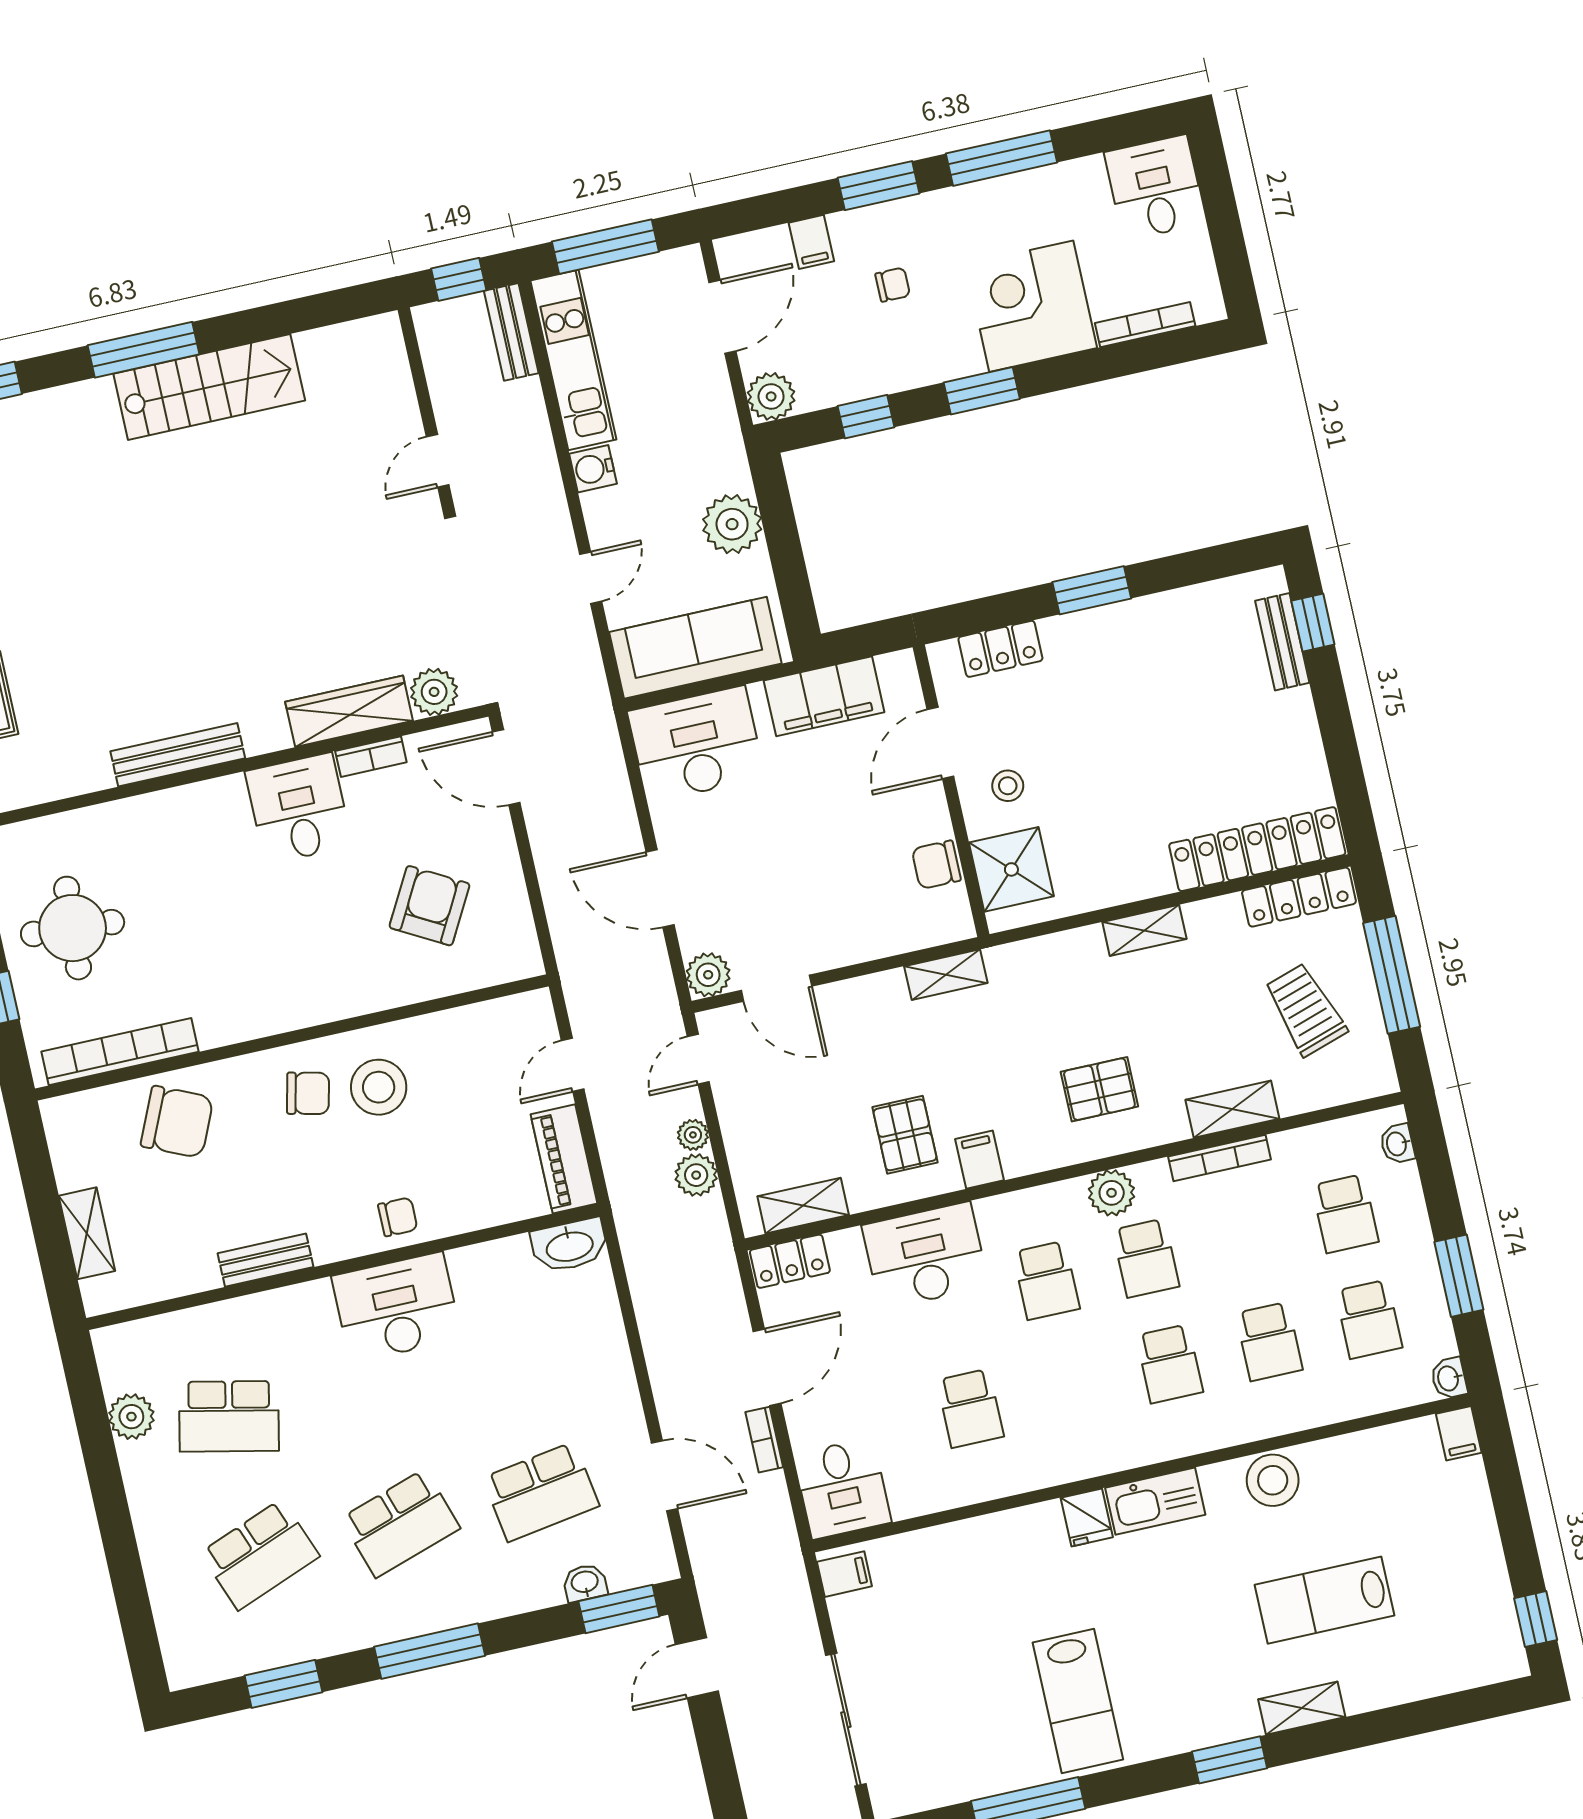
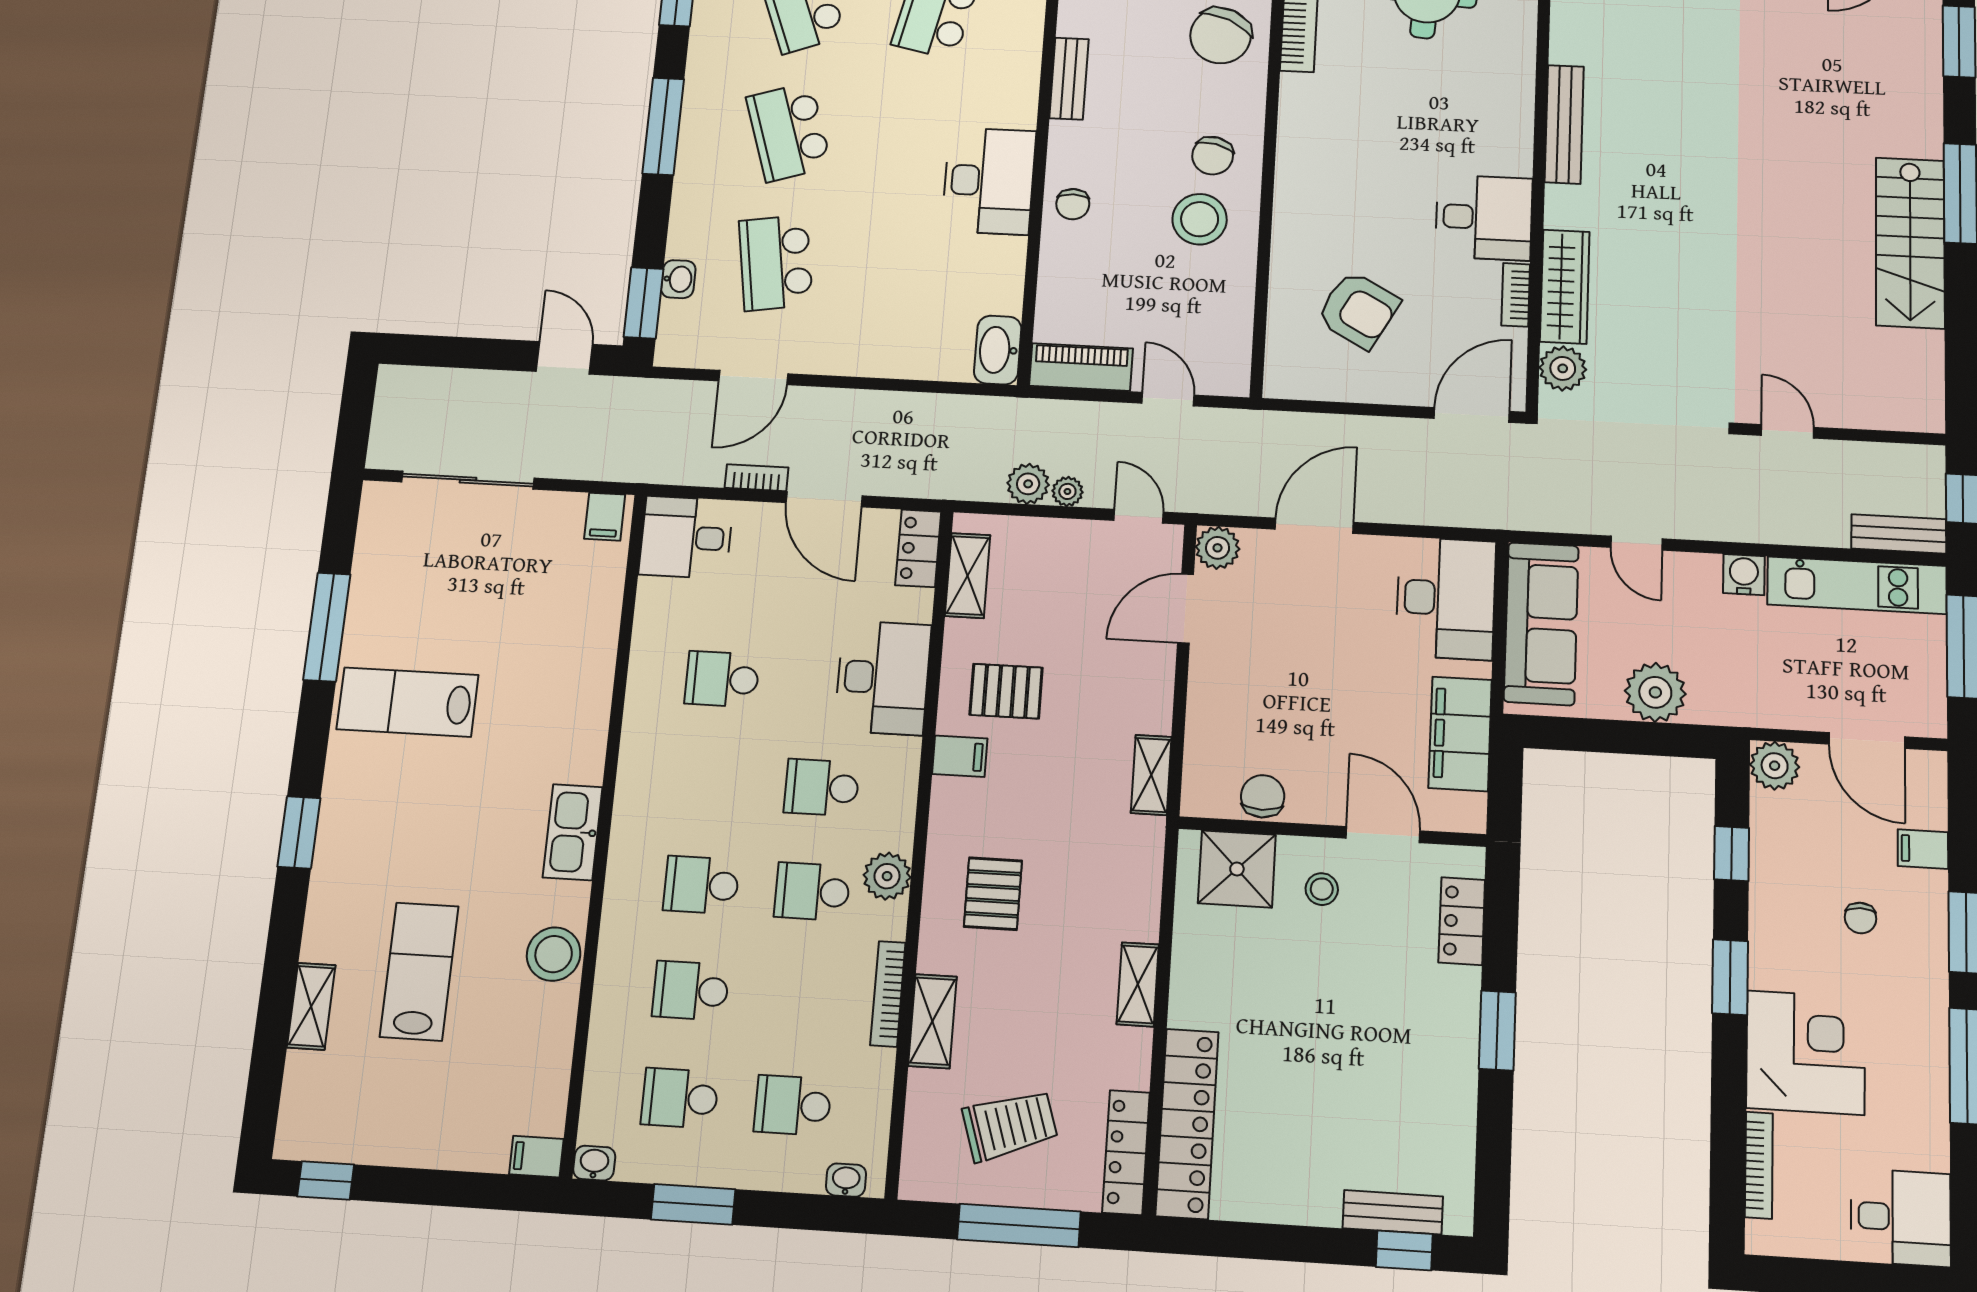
fridge: (1087, 1517) -> (580, 761), removed
shelving: (1302, 1708) -> (311, 1006), moved

